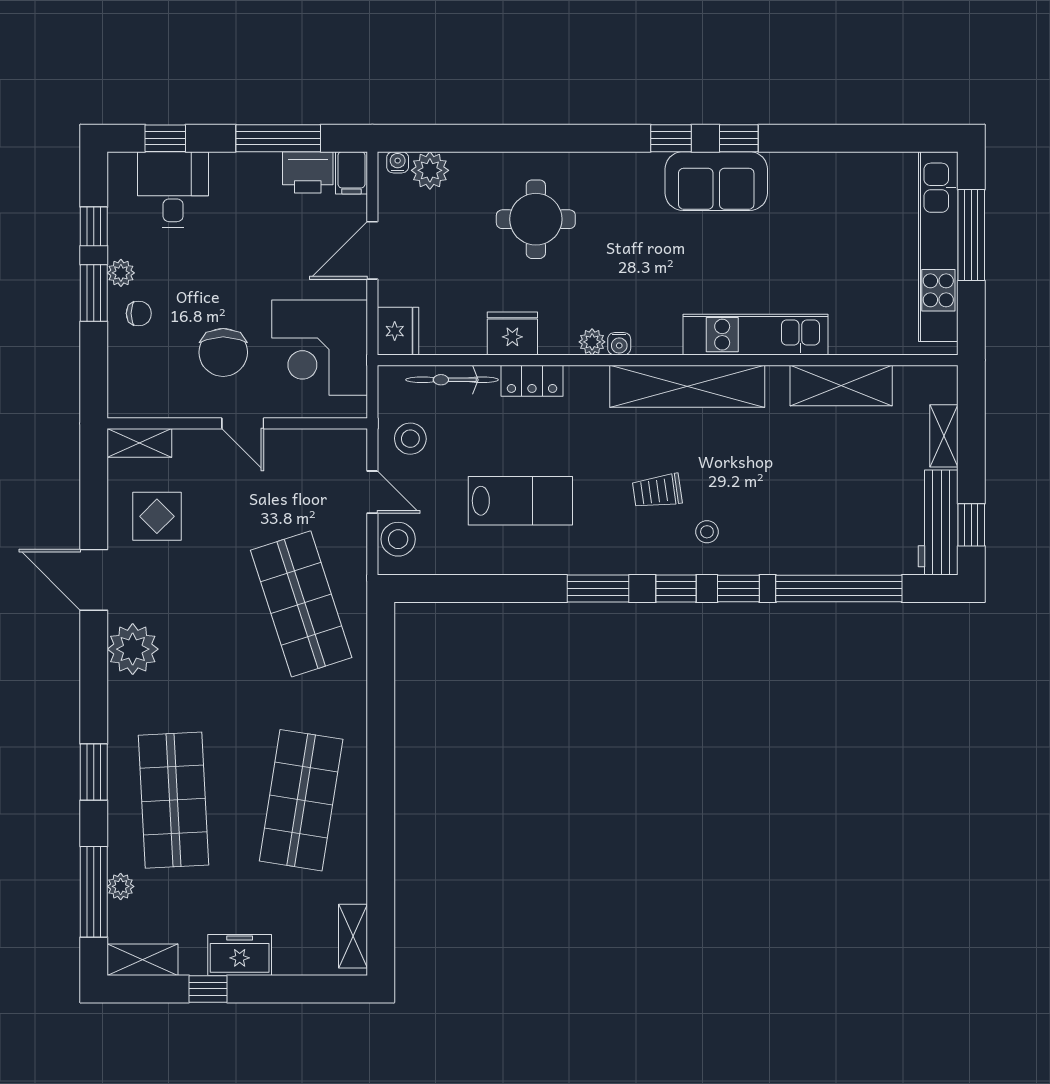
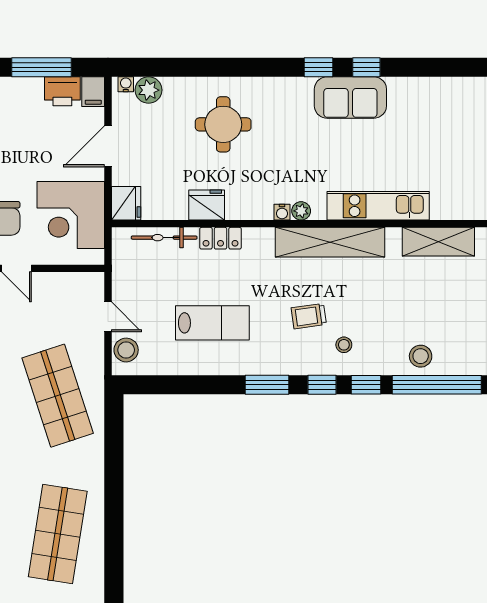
plant: (592, 342) -> (301, 211), moved
stool: (410, 439) -> (421, 356), moved

